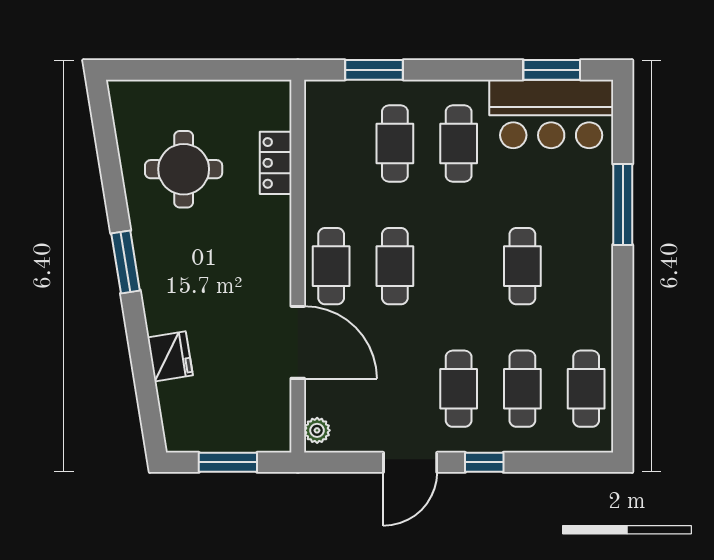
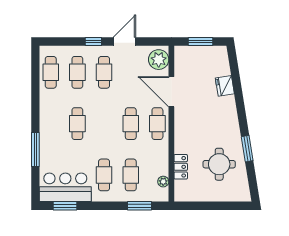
plant: (317, 128) -> (163, 182), added
window: (126, 262) -> (247, 149), moved
plant: (317, 430) -> (159, 60), width x1.88, depth x1.88

